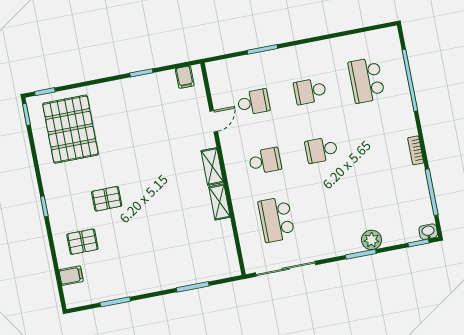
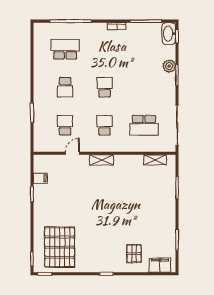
filing cabinet: (185, 77) -> (40, 178), moved
school desk: (366, 80) -> (65, 49), turned 180
door: (214, 121) -> (72, 153), hinge flipped
pallet: (70, 129) -> (60, 247), turned 90
school desk: (321, 150) -> (105, 87), turned 180
pallet: (107, 199) -> (109, 232), removed
shelving: (220, 202) -> (155, 160), moved
washbasin: (428, 232) -> (169, 34), width x1.91, depth x1.45
filing cabinet: (71, 276) -> (160, 265), width x2.00

